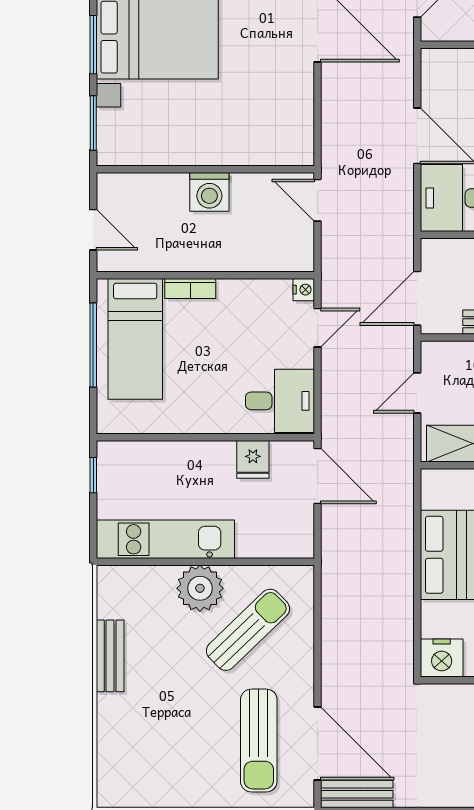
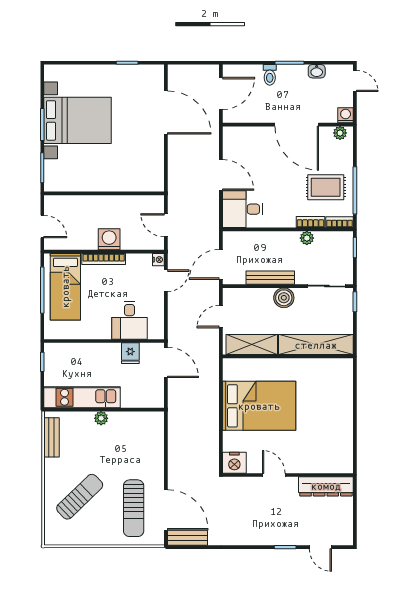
washing machine: (209, 192) -> (109, 239), moved, turned 180
door: (318, 200) -> (166, 225), moved
bookcase: (190, 288) -> (104, 259), width x1.56
desk: (280, 401) -> (130, 320), moved, turned 90
plant: (200, 588) -> (101, 418), width x0.53, depth x0.53
sun lounger: (248, 630) -> (80, 497), moved
bench: (110, 656) -> (52, 437), moved

